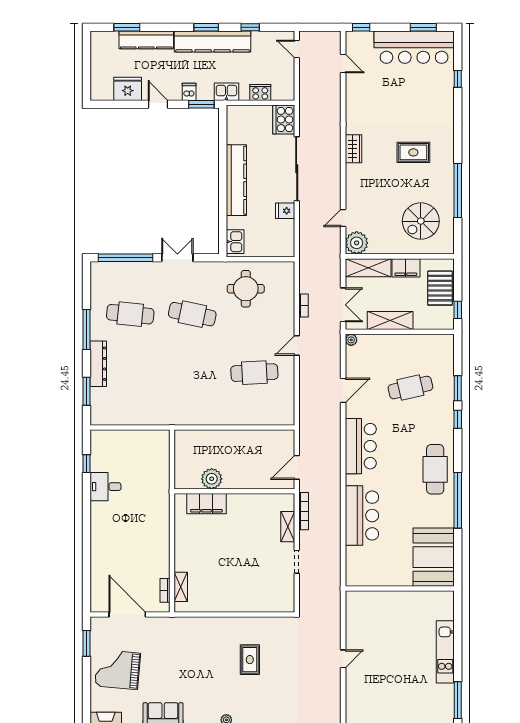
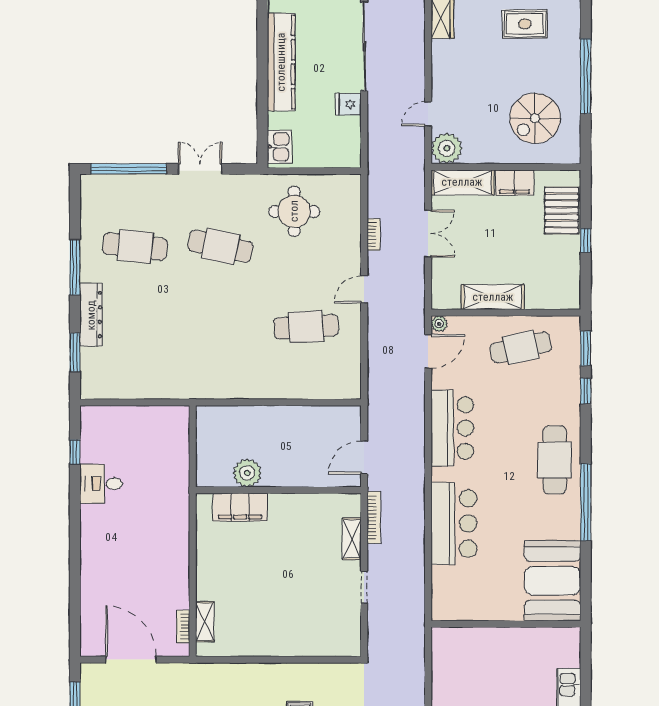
shelving: (390, 321) -> (493, 297), moved
wall: (400, 332) -> (506, 313), moved
plant: (351, 340) -> (439, 324), moved

